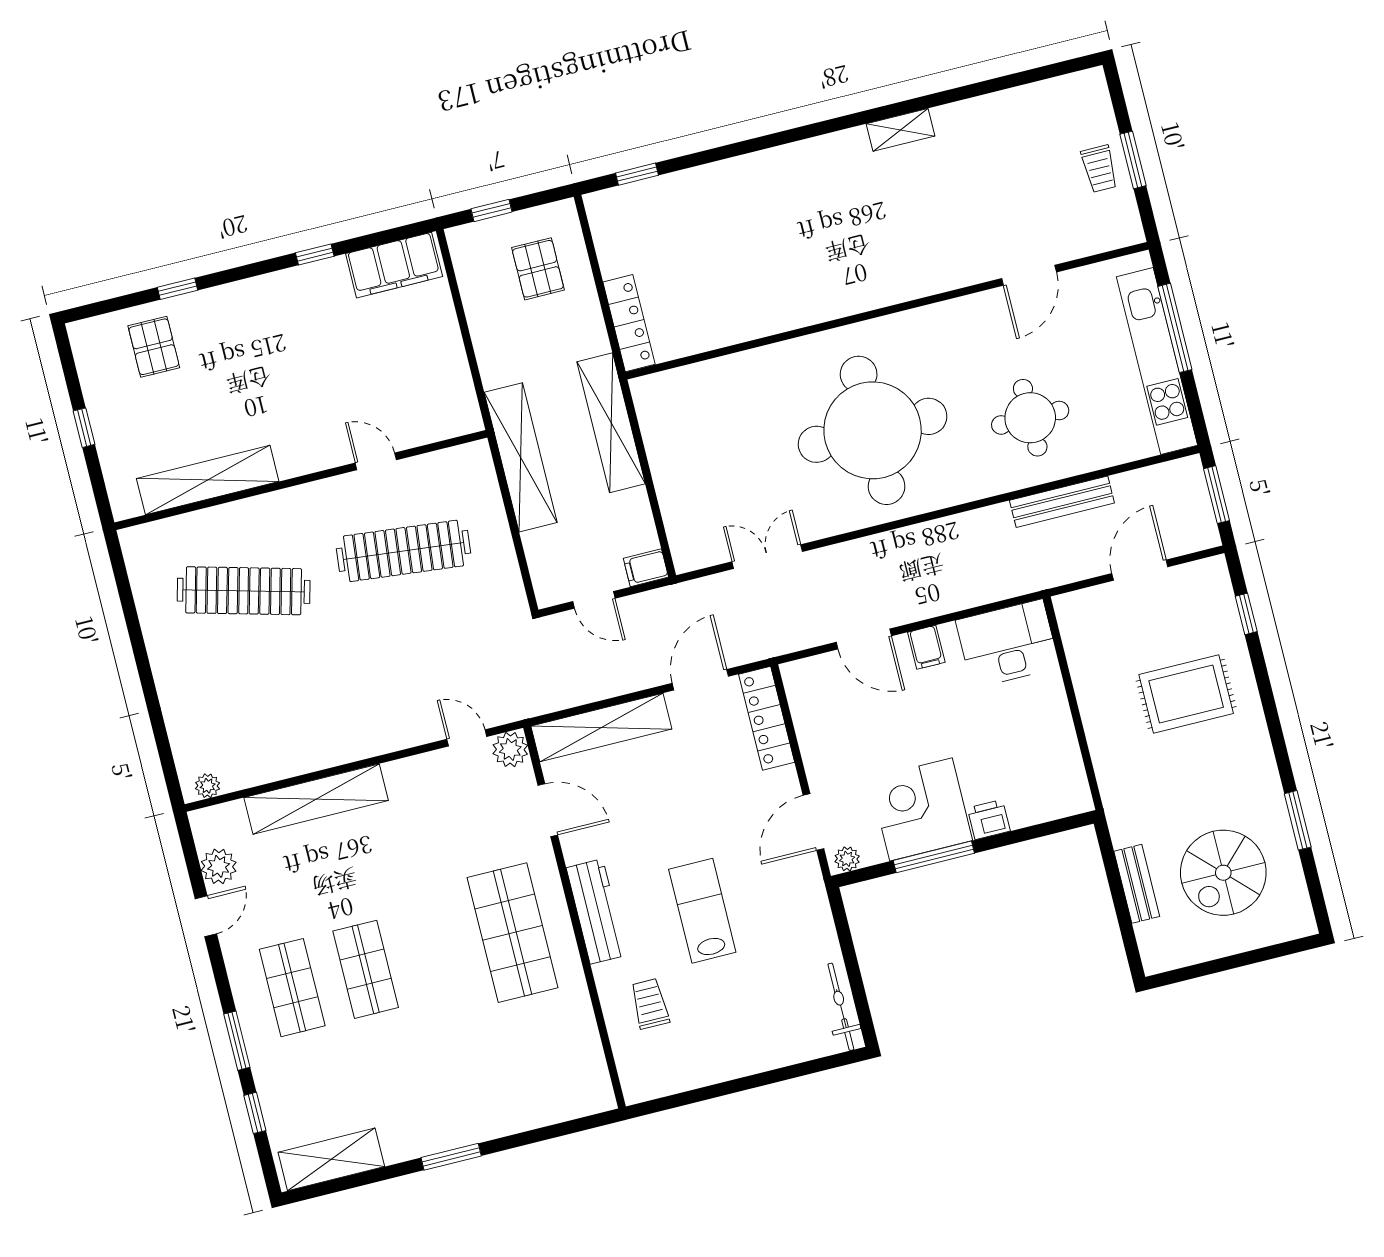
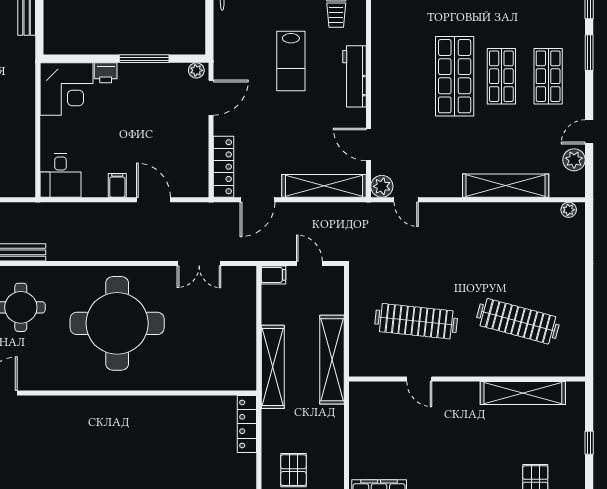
desk: (1008, 644) -> (60, 175), width x0.73
corner desk: (921, 809) -> (67, 89), moved
shop shelf: (512, 933) -> (455, 76), moved

